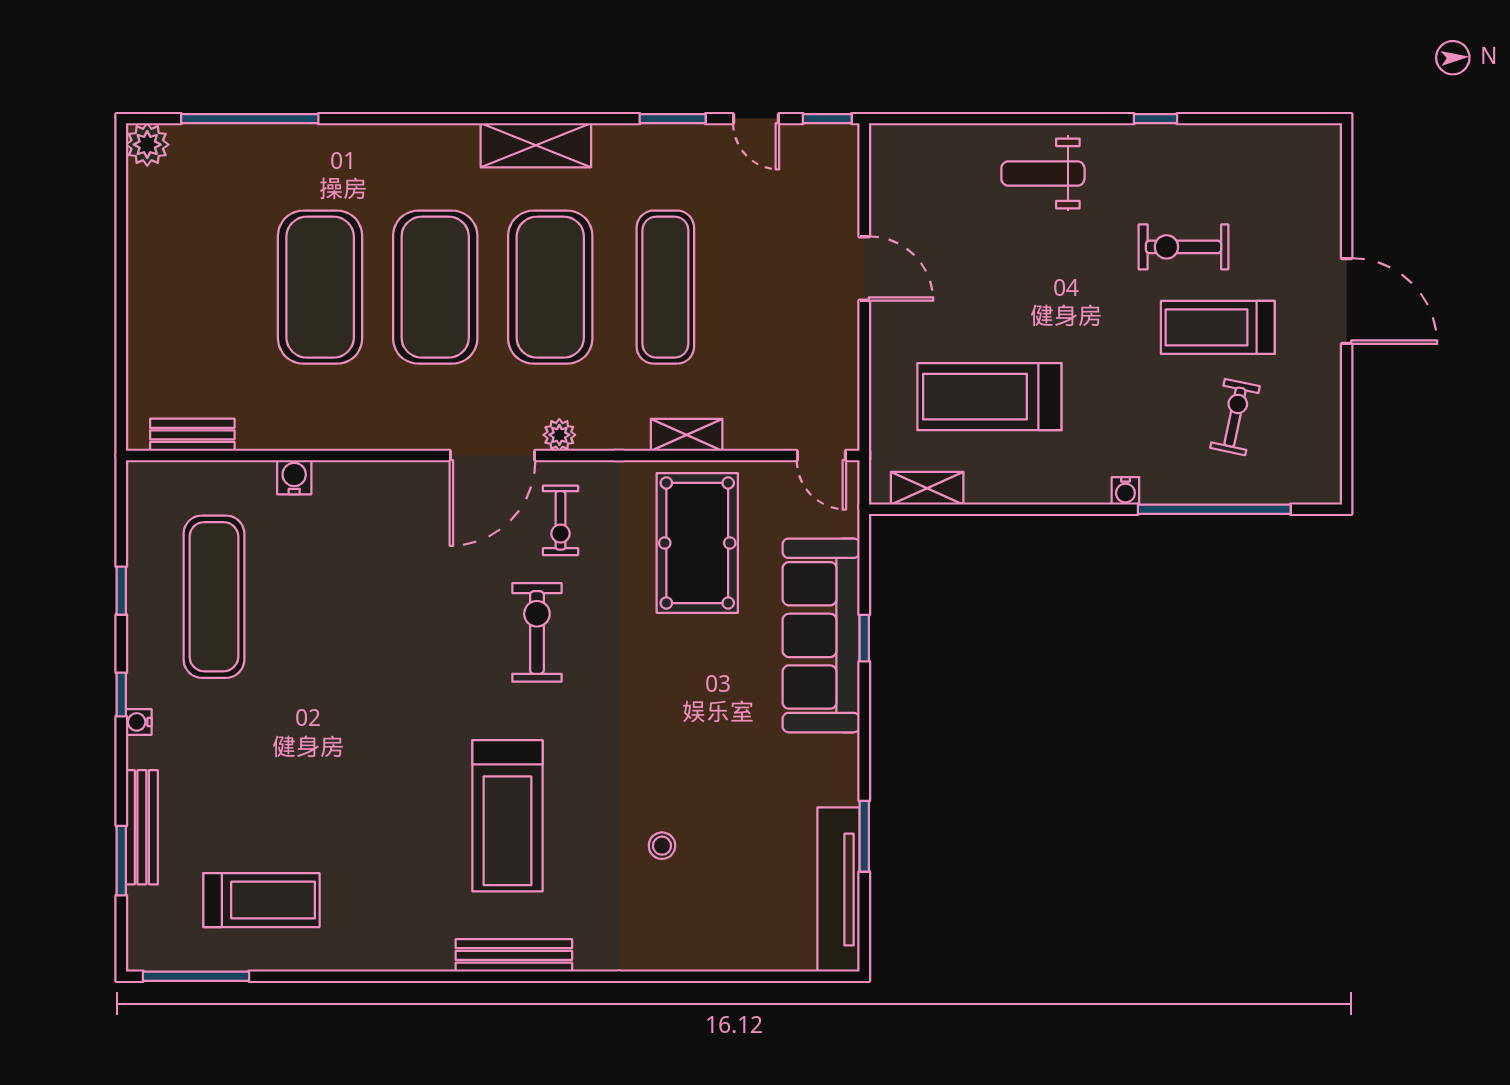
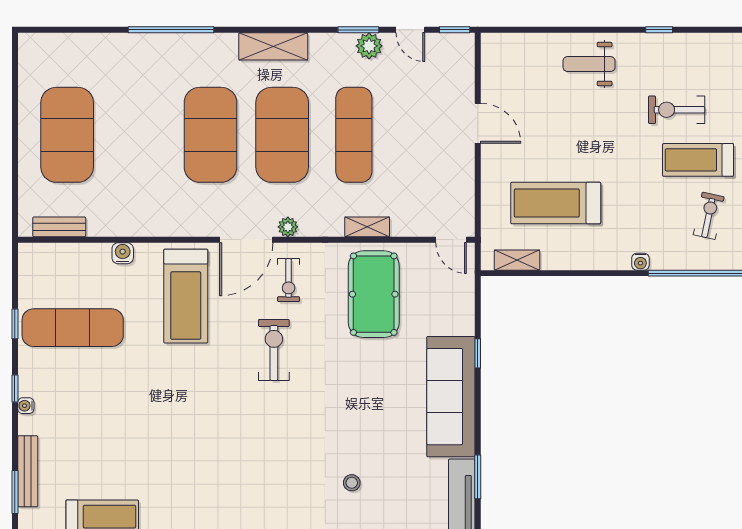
window: (250, 119) -> (171, 30), moved
plant: (147, 145) -> (369, 46), moved
exercise mat: (320, 287) -> (67, 135), moved
exercise mat: (214, 597) -> (73, 328), turned 90
sofa: (821, 635) -> (451, 397), moved
treadmill: (507, 816) -> (186, 296), moved

